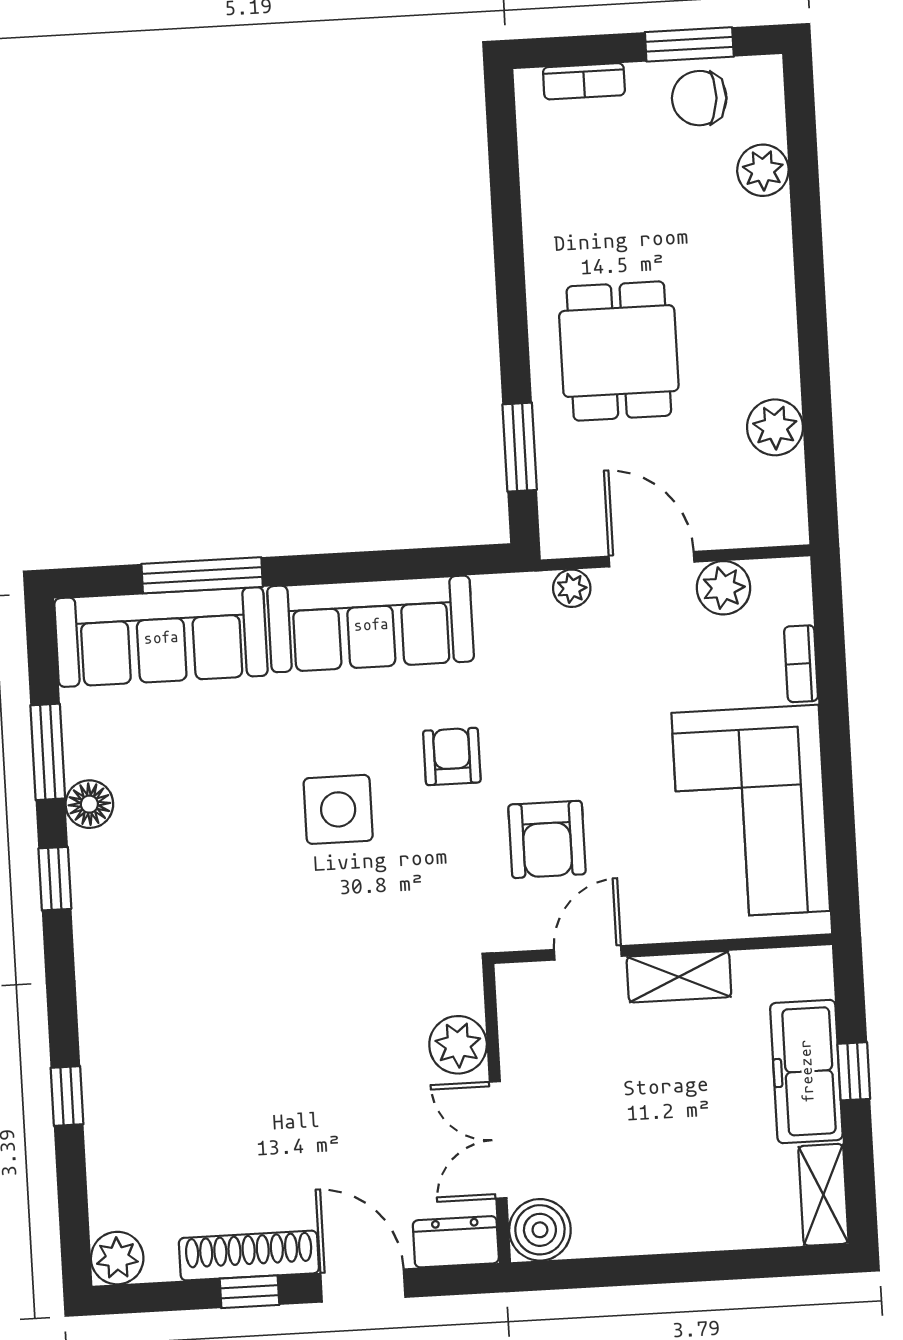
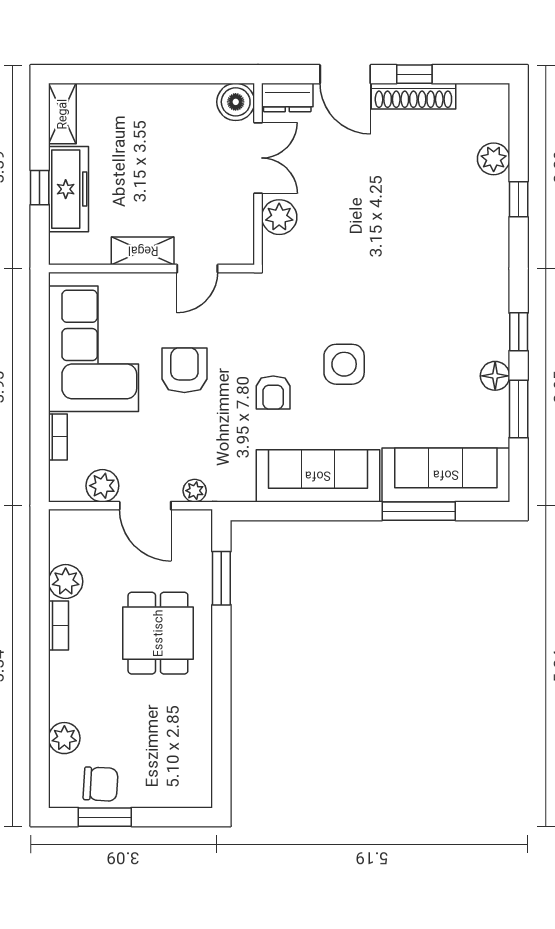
bookcase: (584, 81) -> (58, 625), moved, turned 90
armchair: (547, 839) -> (184, 370), moved
plant: (117, 1258) -> (494, 159), moved

